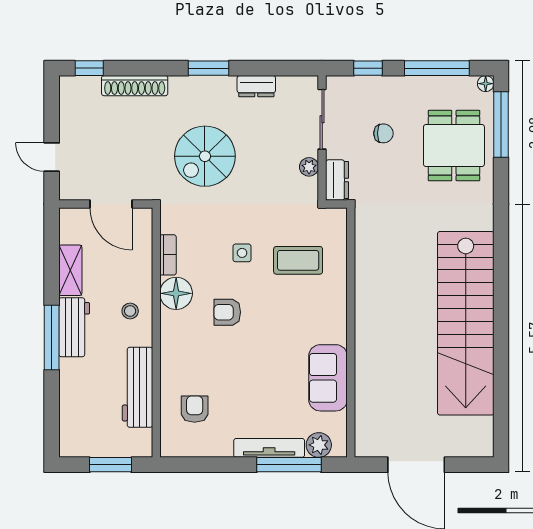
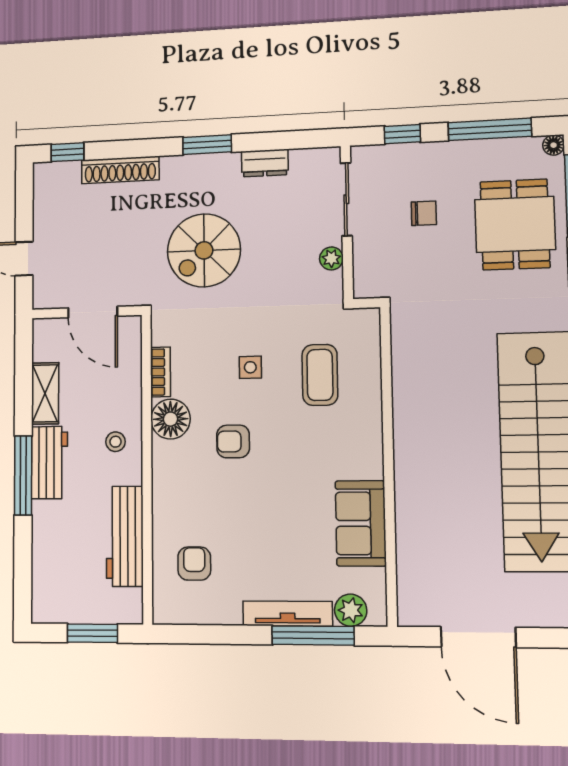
dresser: (337, 180) -> (367, 273), removed
coffee table: (298, 260) -> (320, 375), turned 90

